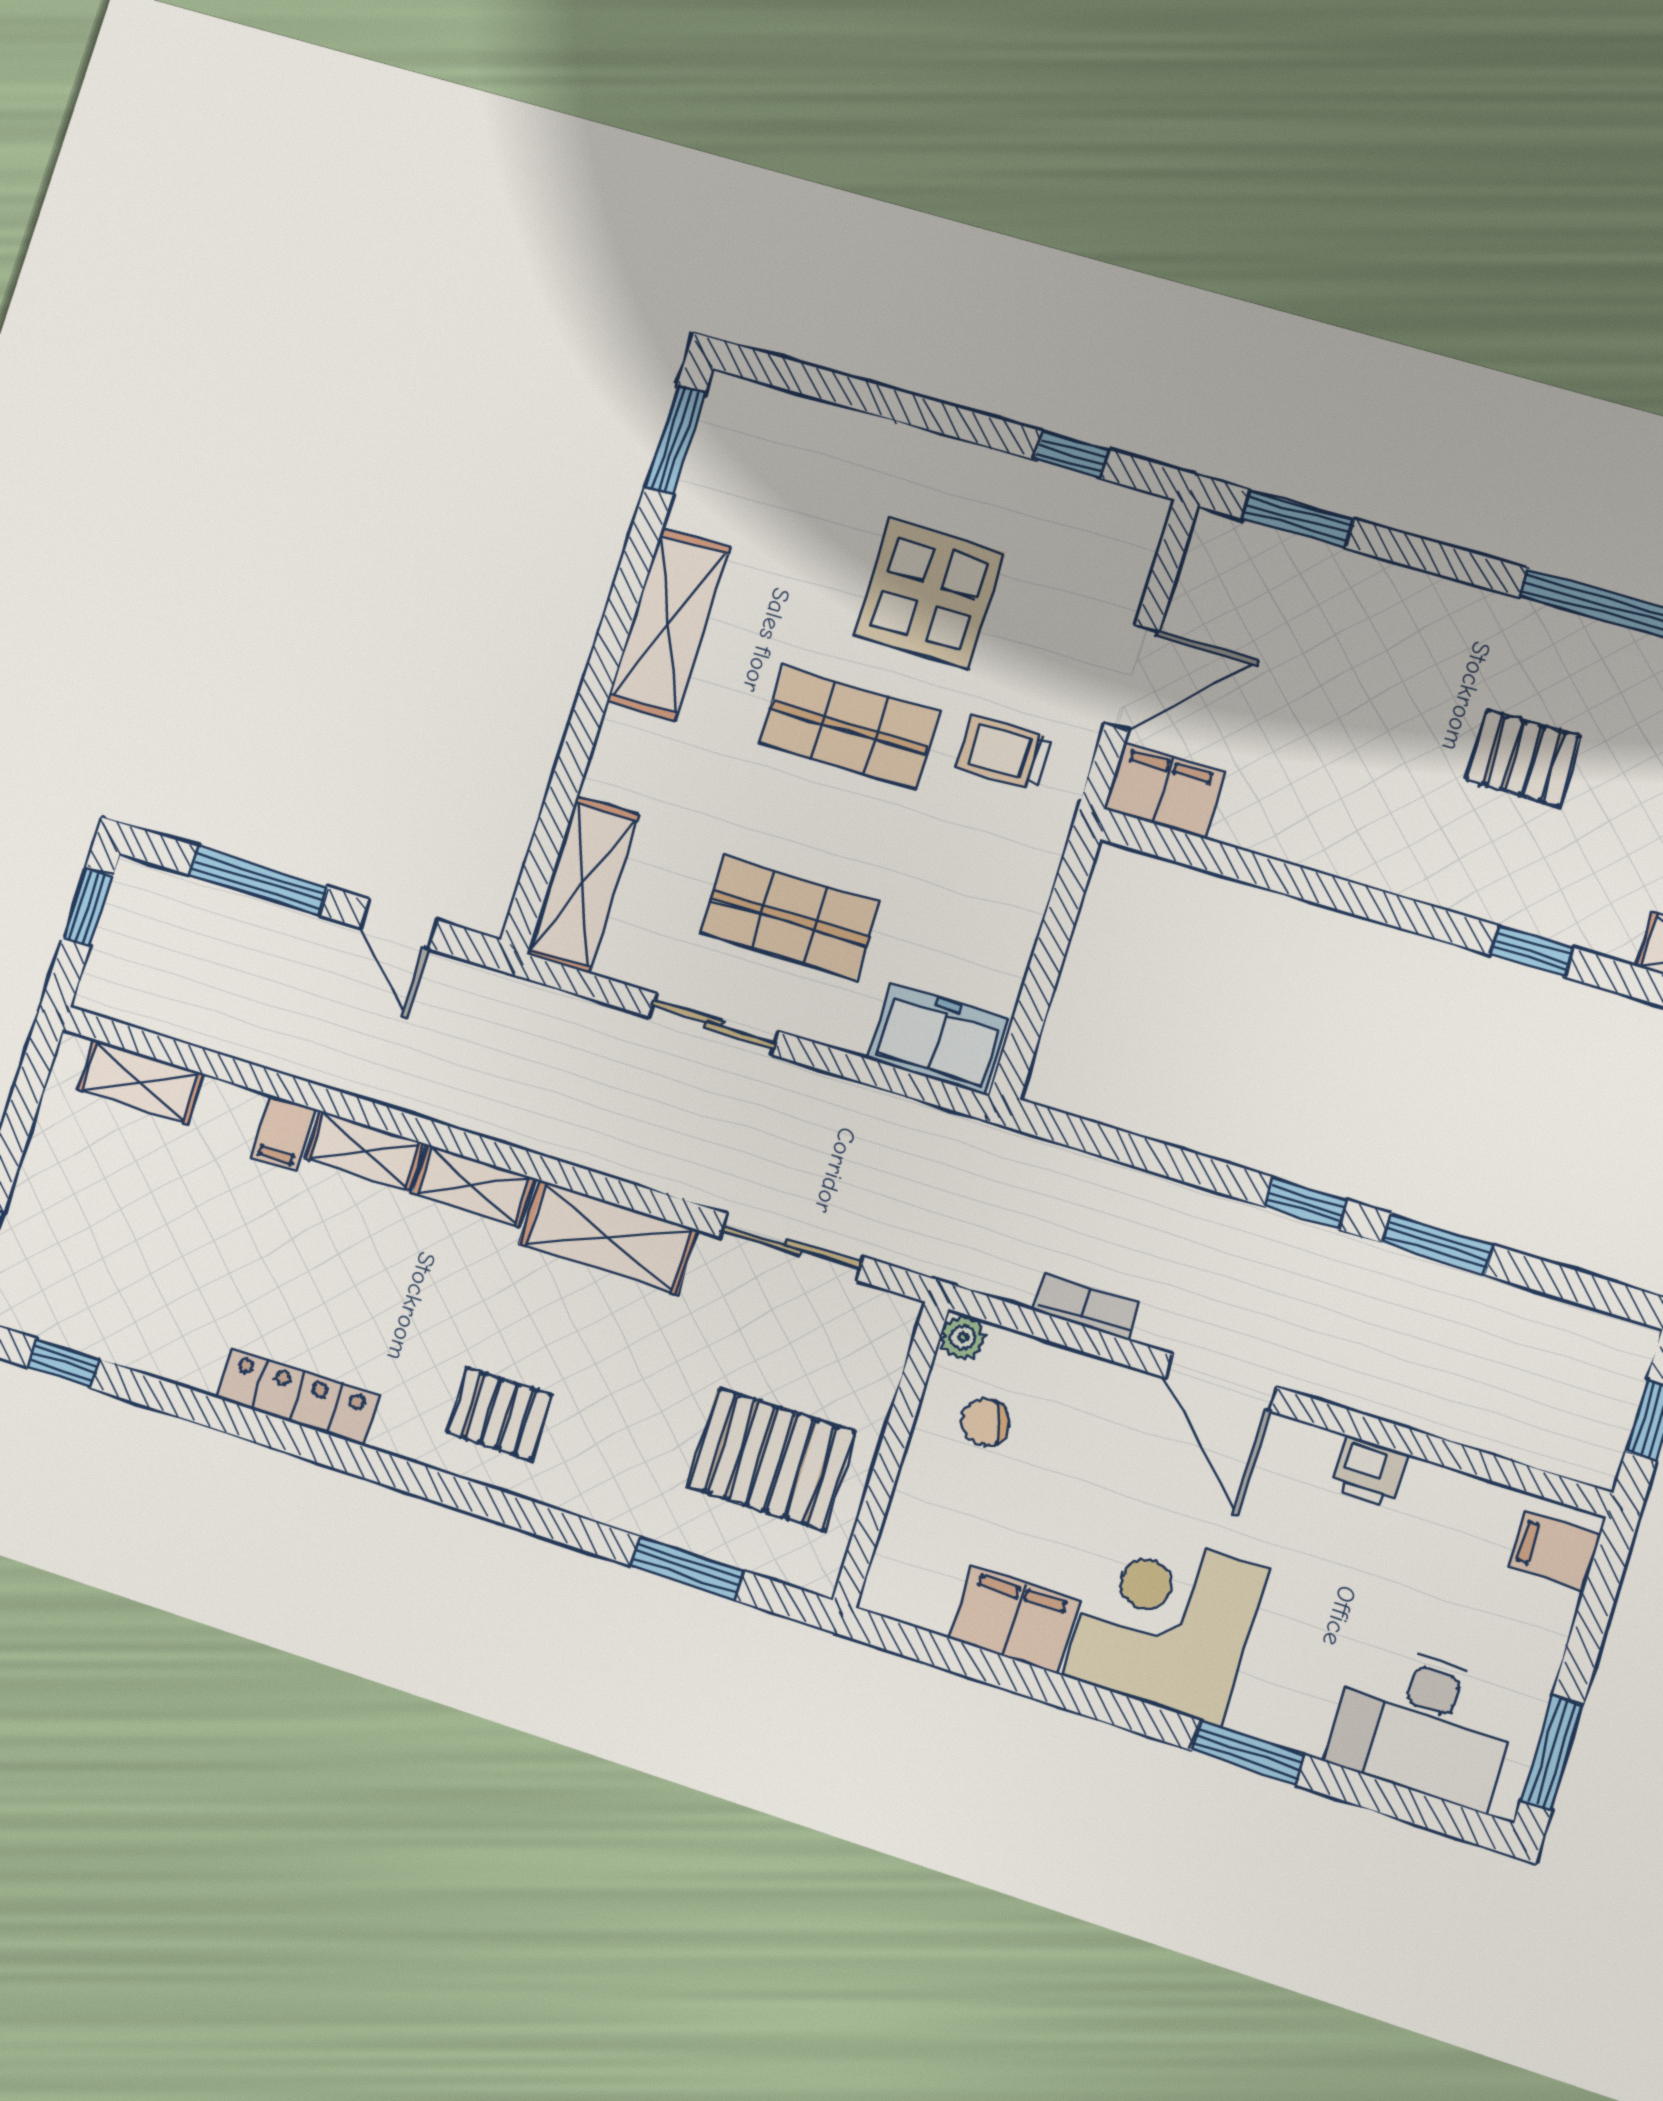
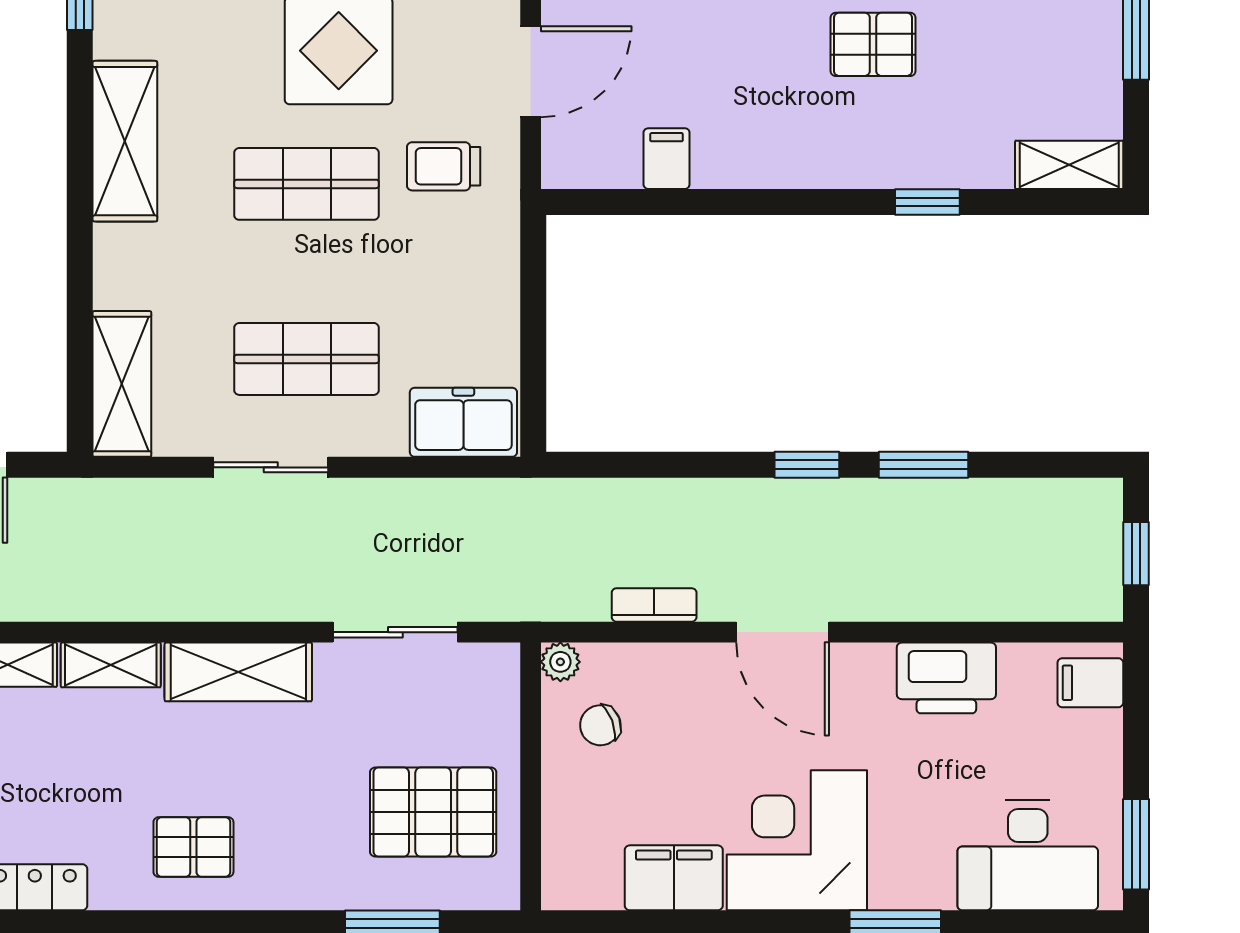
filing cabinet: (1164, 790) -> (667, 159), moved, width x0.50
printer: (1369, 1471) -> (946, 678), width x1.87, depth x1.48

